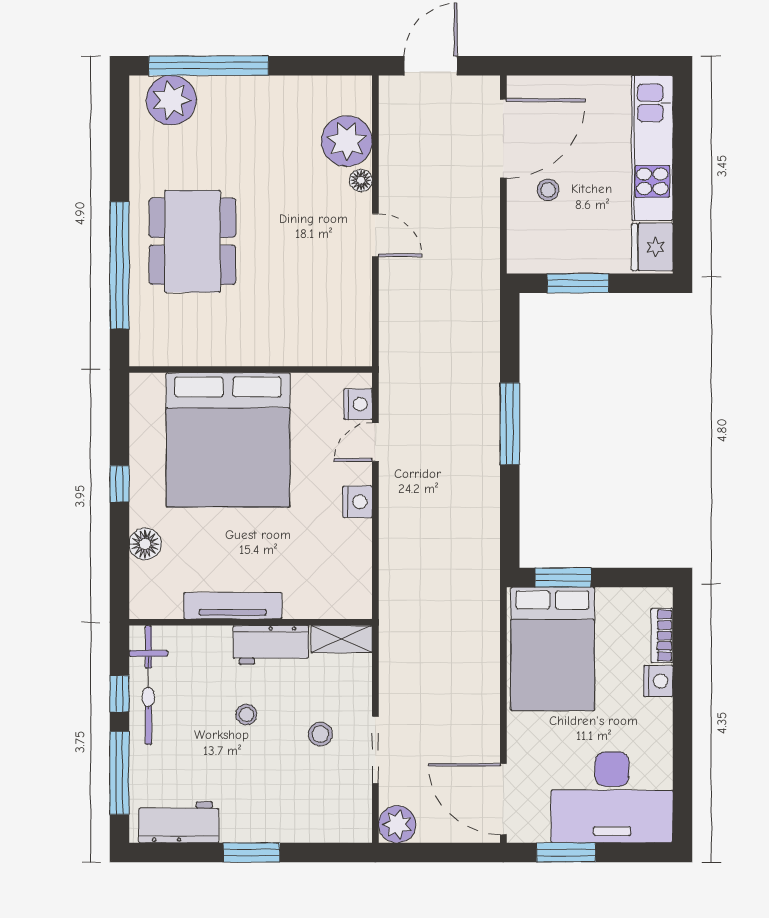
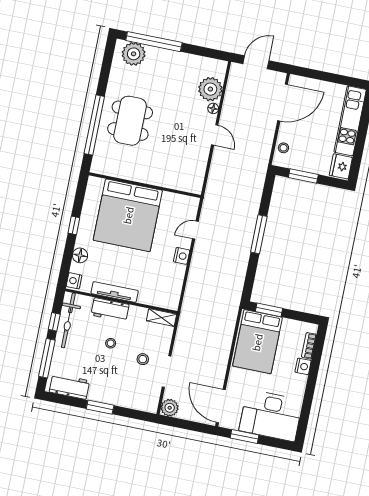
stool: (548, 190) -> (283, 148), moved
nightstand: (358, 404) -> (74, 281), moved, turned 180
workbench: (271, 645) -> (110, 310), moved

